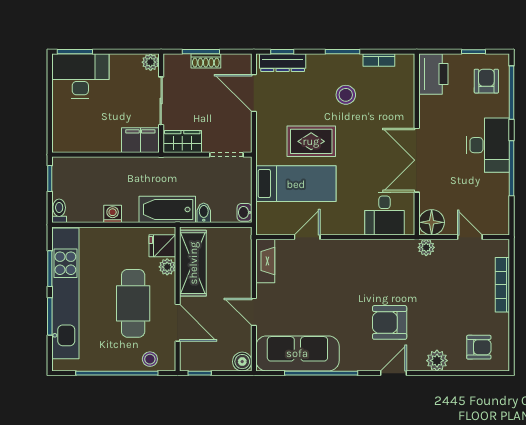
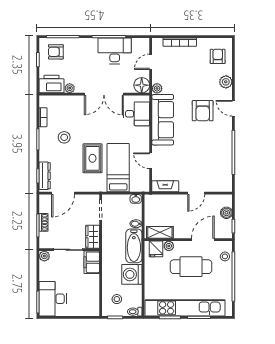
plant: (427, 104) -> (70, 88), added
desk: (488, 145) -> (115, 51), moved
stool: (80, 181) -> (117, 299), added
washing machine: (113, 214) -> (132, 274), width x1.89, depth x1.89
shelving: (193, 263) -> (160, 232), width x0.67, depth x0.75
sofa: (297, 353) -> (163, 120), moved, turned 180
boiler: (242, 362) -> (226, 213), moved

